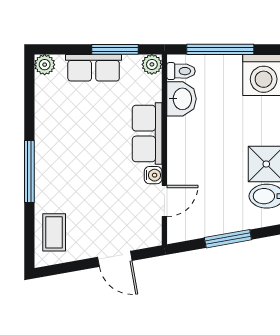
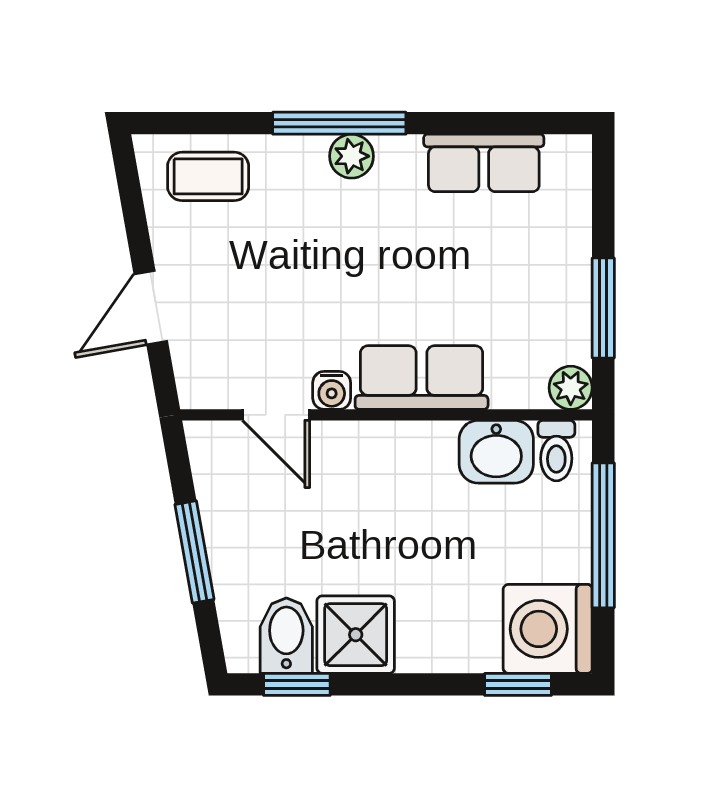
plant: (45, 65) -> (351, 156), moved
row of seats: (94, 68) -> (484, 163), moved, turned -90

